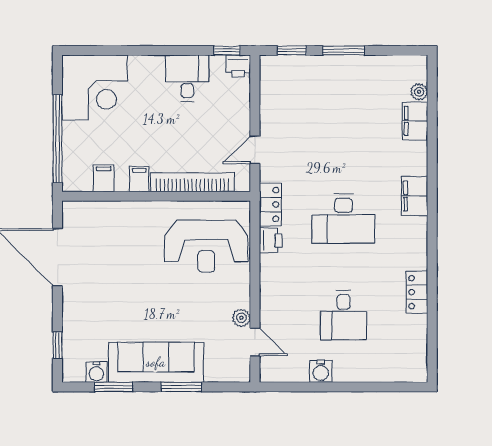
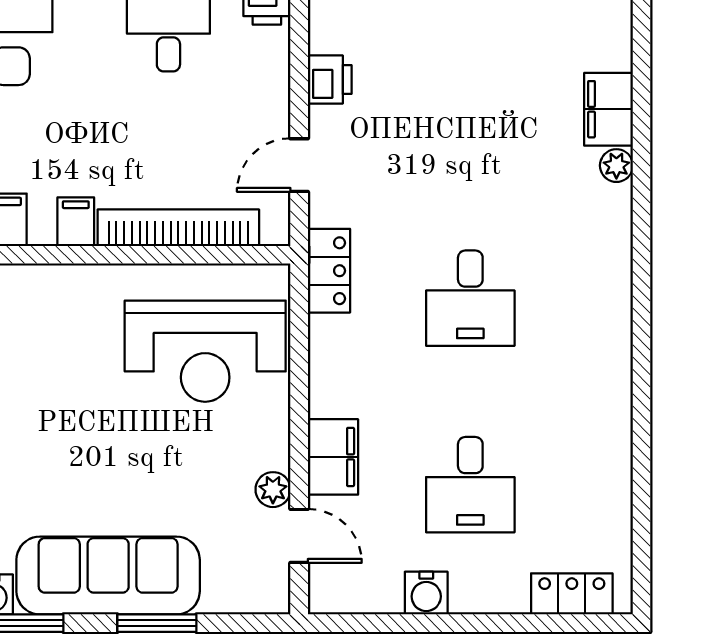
plant: (419, 92) -> (616, 166), moved
filing cabinet: (415, 196) -> (333, 457), moved, turned 180
desk: (343, 219) -> (470, 298), width x0.73
printer: (271, 240) -> (330, 80), moved
locker: (417, 292) -> (572, 594), moved, turned 90

